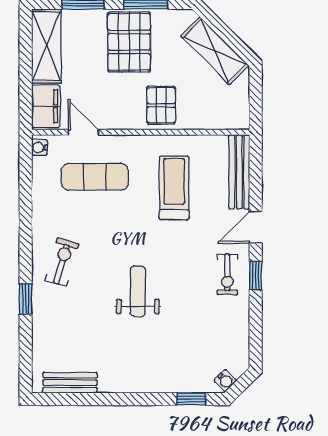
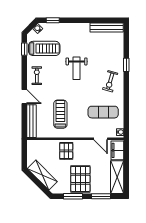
exercise mat: (95, 177) -> (103, 112), moved
treadmill: (174, 188) -> (60, 114), turned 180
door: (256, 227) -> (24, 97), hinge flipped
window: (256, 276) -> (24, 49), moved
treadmill: (211, 336) -> (44, 48), added
bench: (70, 383) -> (107, 28), width x1.36

